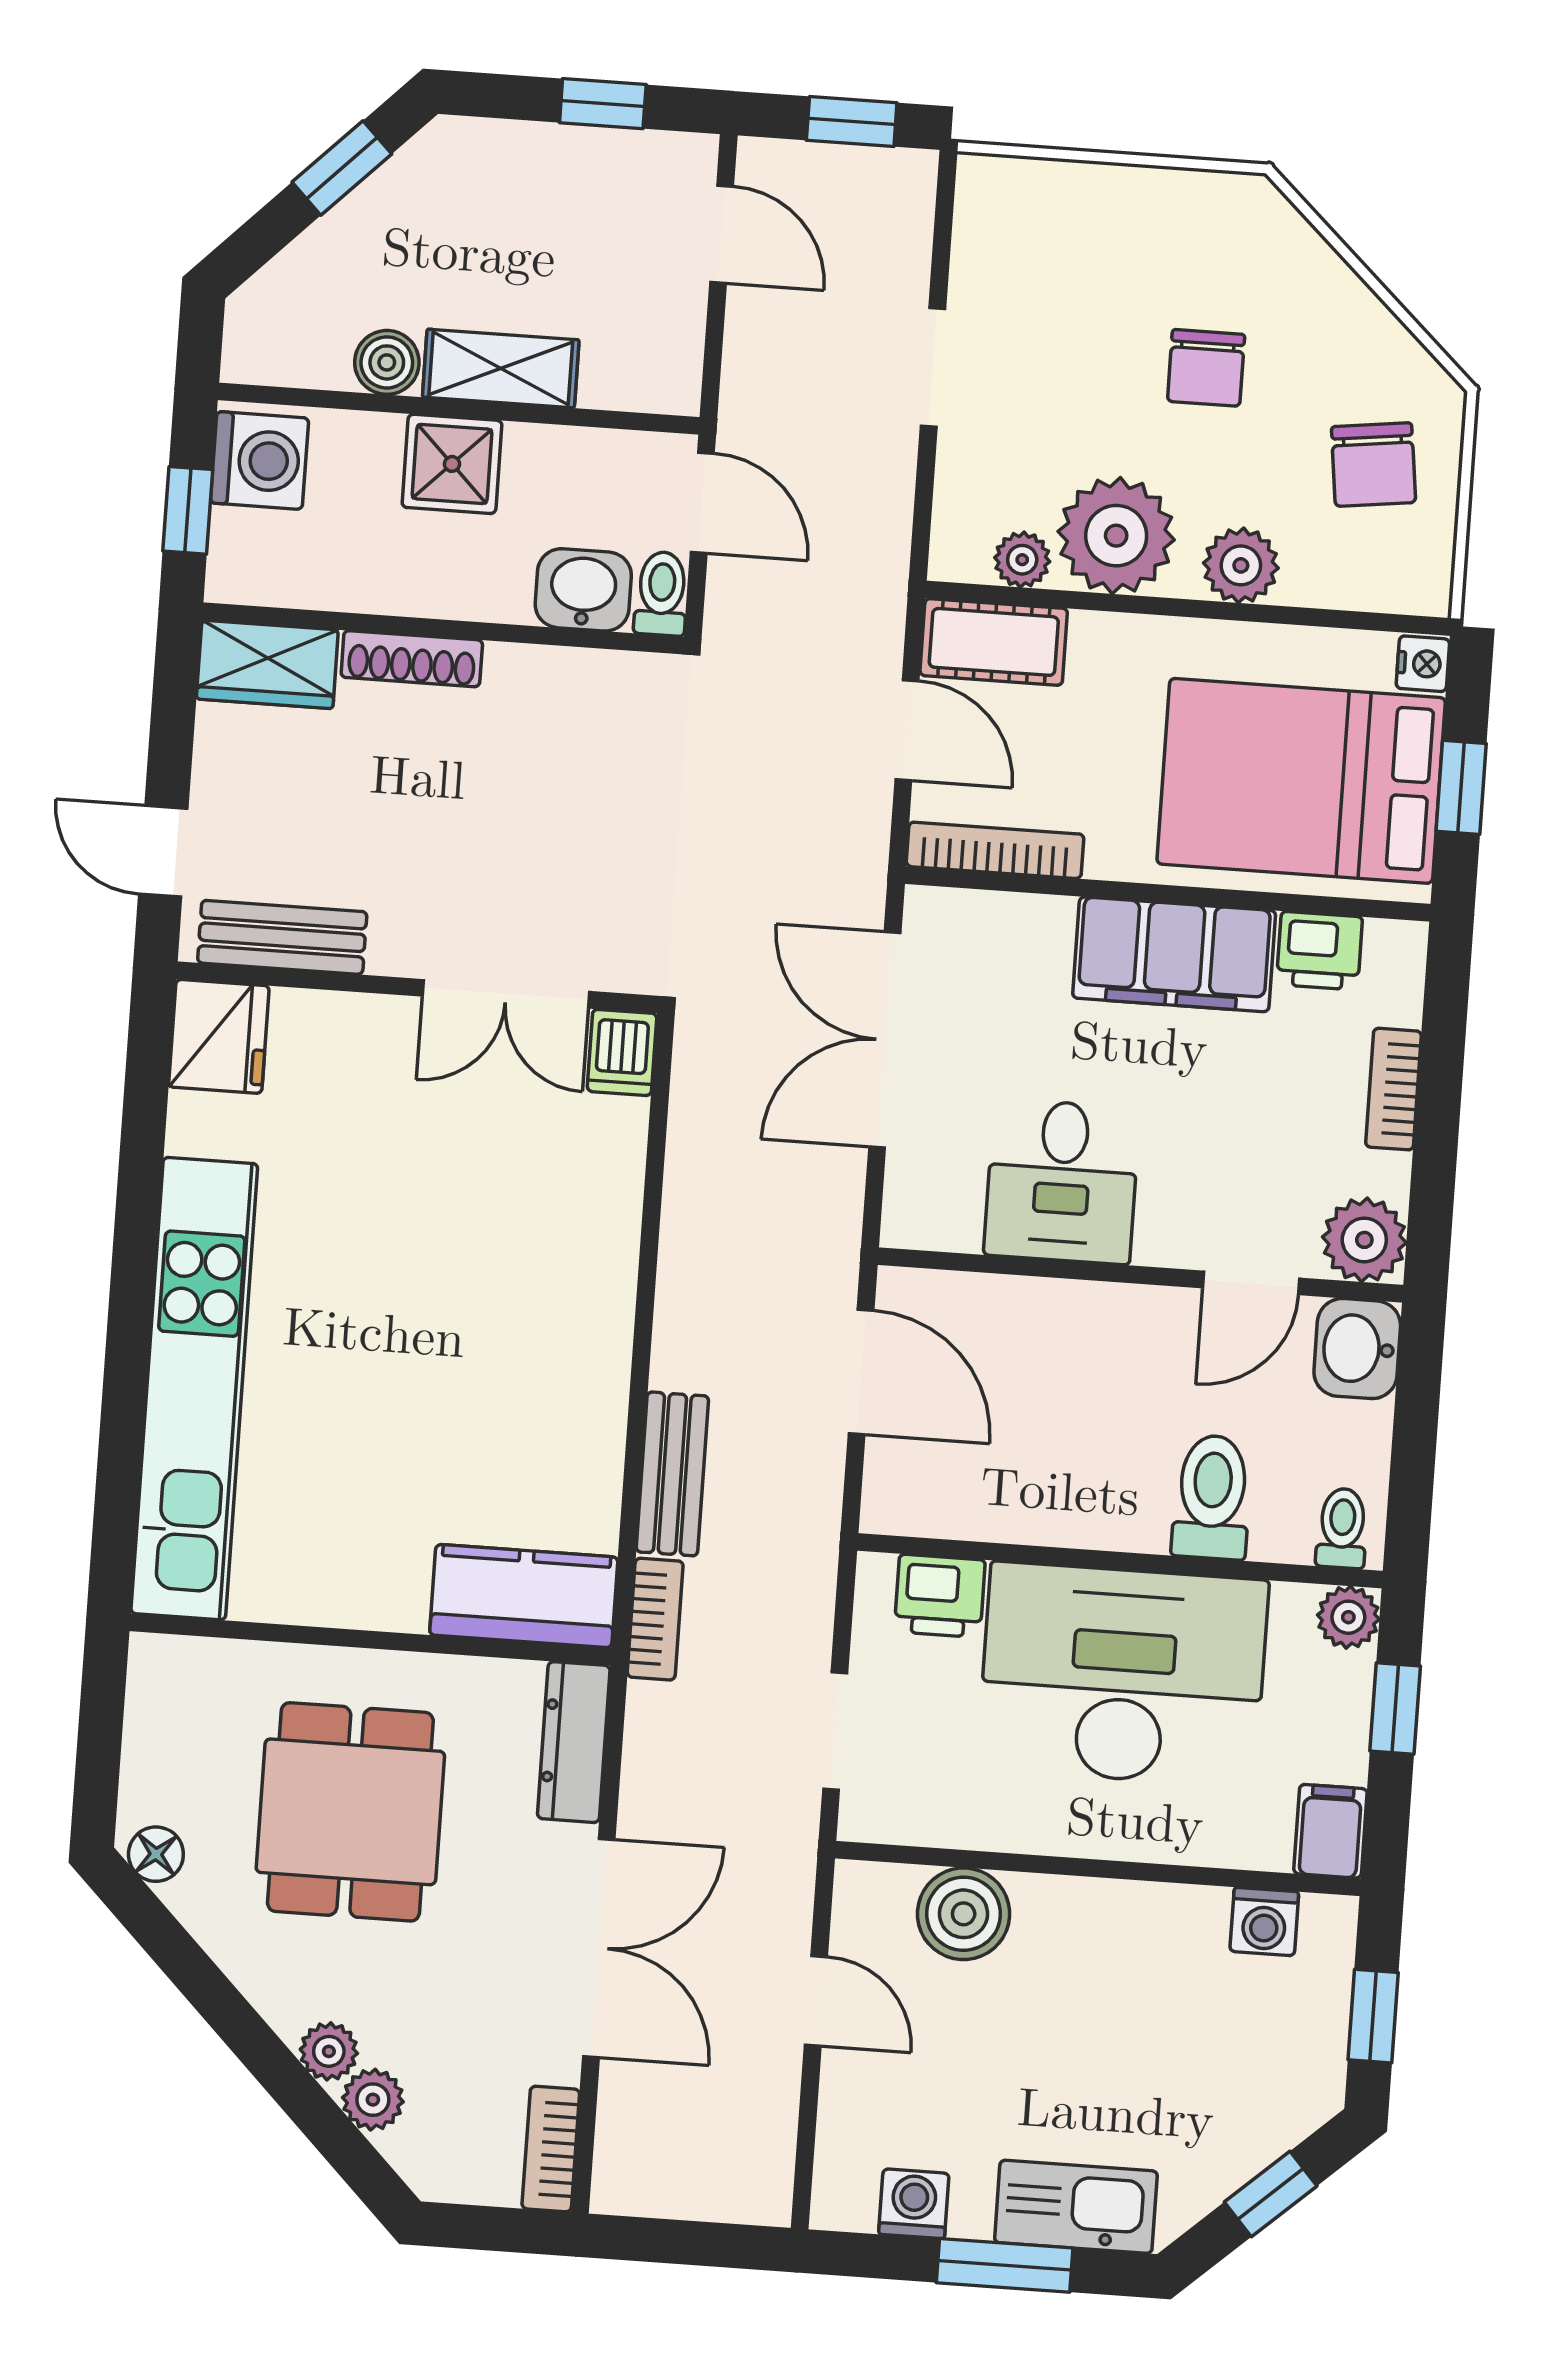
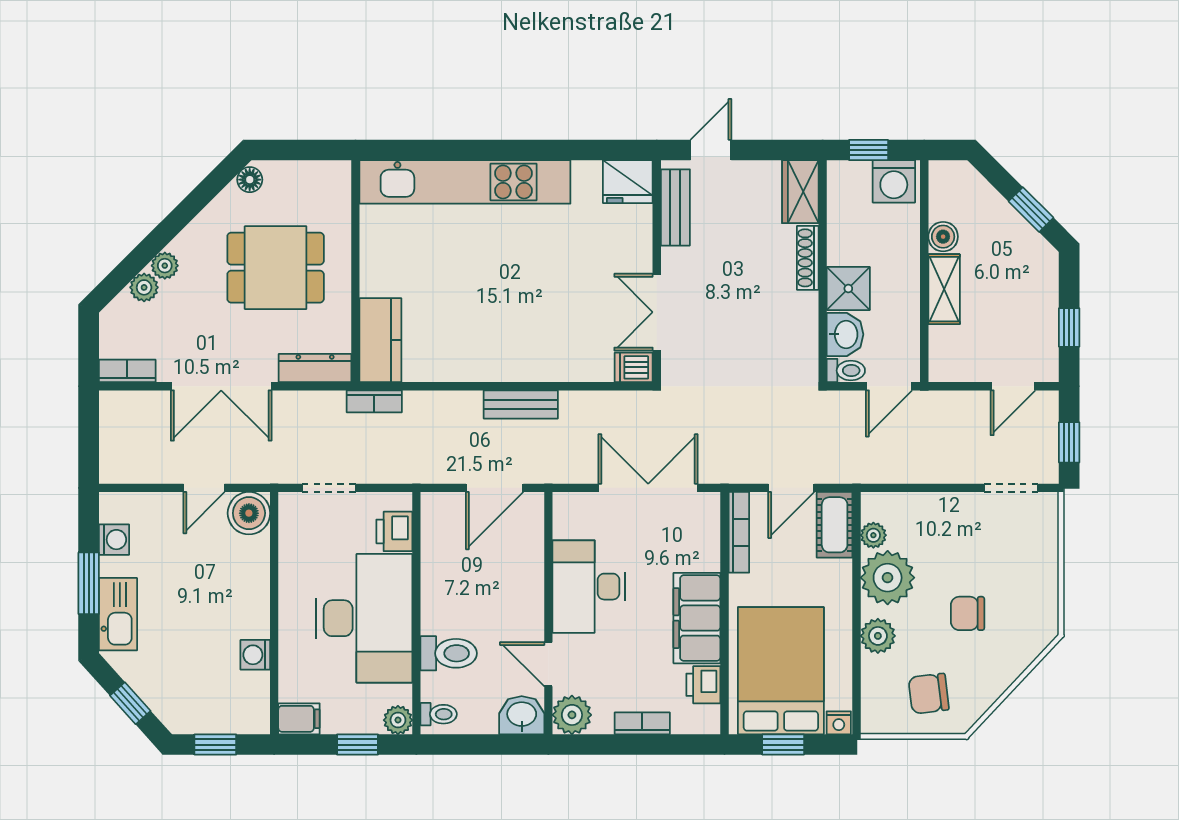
doorway: (933, 367) -> (1011, 488), moved
shower: (452, 464) -> (848, 289), moved
desk: (1062, 1181) -> (589, 587), width x1.37
bench: (672, 1474) -> (521, 405), moved
boiler: (964, 1914) -> (249, 513), moved
washing machine: (1264, 1922) -> (255, 655), moved

